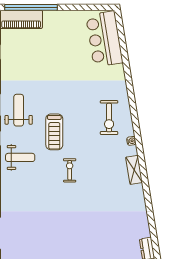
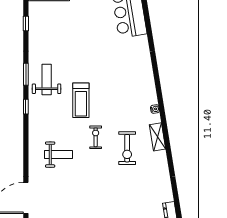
exercise bike: (109, 118) -> (127, 148), moved
weight bench: (20, 157) -> (59, 155), moved

